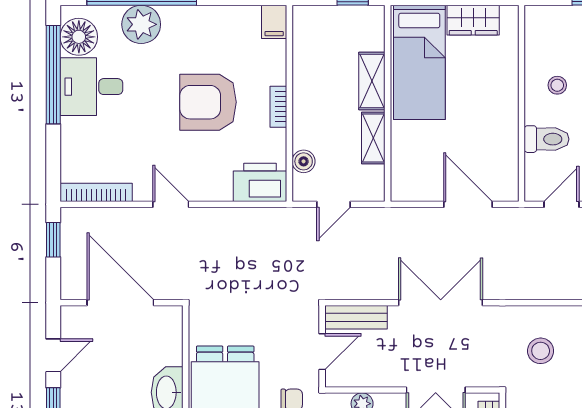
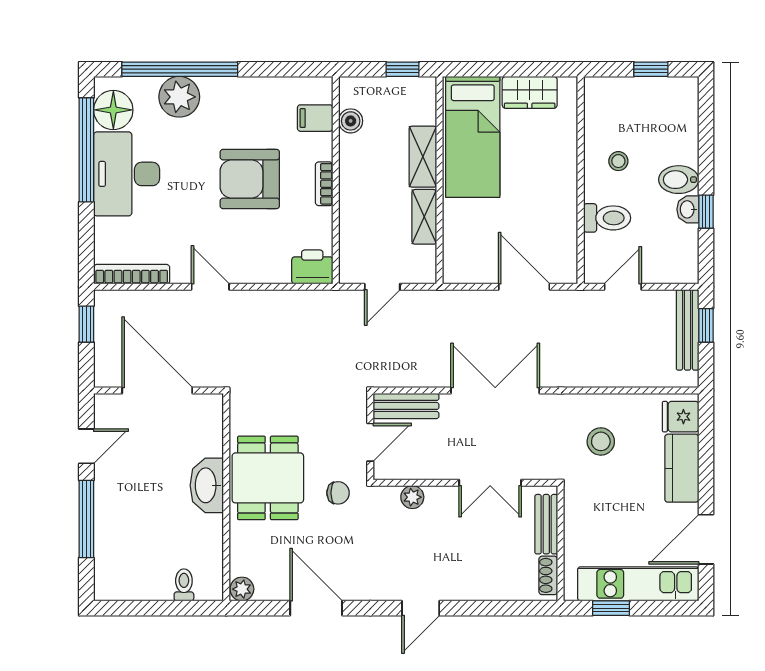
filing cabinet: (274, 22) -> (315, 118), moved, turned 90
desk: (91, 87) -> (127, 174), width x1.37
boiler: (304, 161) -> (351, 121), moved
printer: (260, 182) -> (312, 267), width x0.73, depth x0.84

